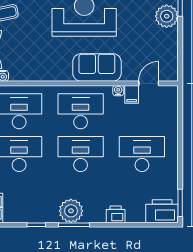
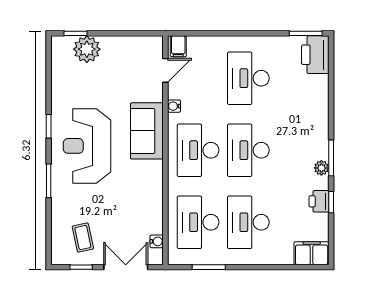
door: (149, 83) -> (165, 70), swing flipped
filing cabinet: (132, 94) -> (178, 46), moved, turned 90
plant: (71, 211) -> (321, 168), width x0.53, depth x0.53
printer: (116, 214) -> (319, 201), moved

